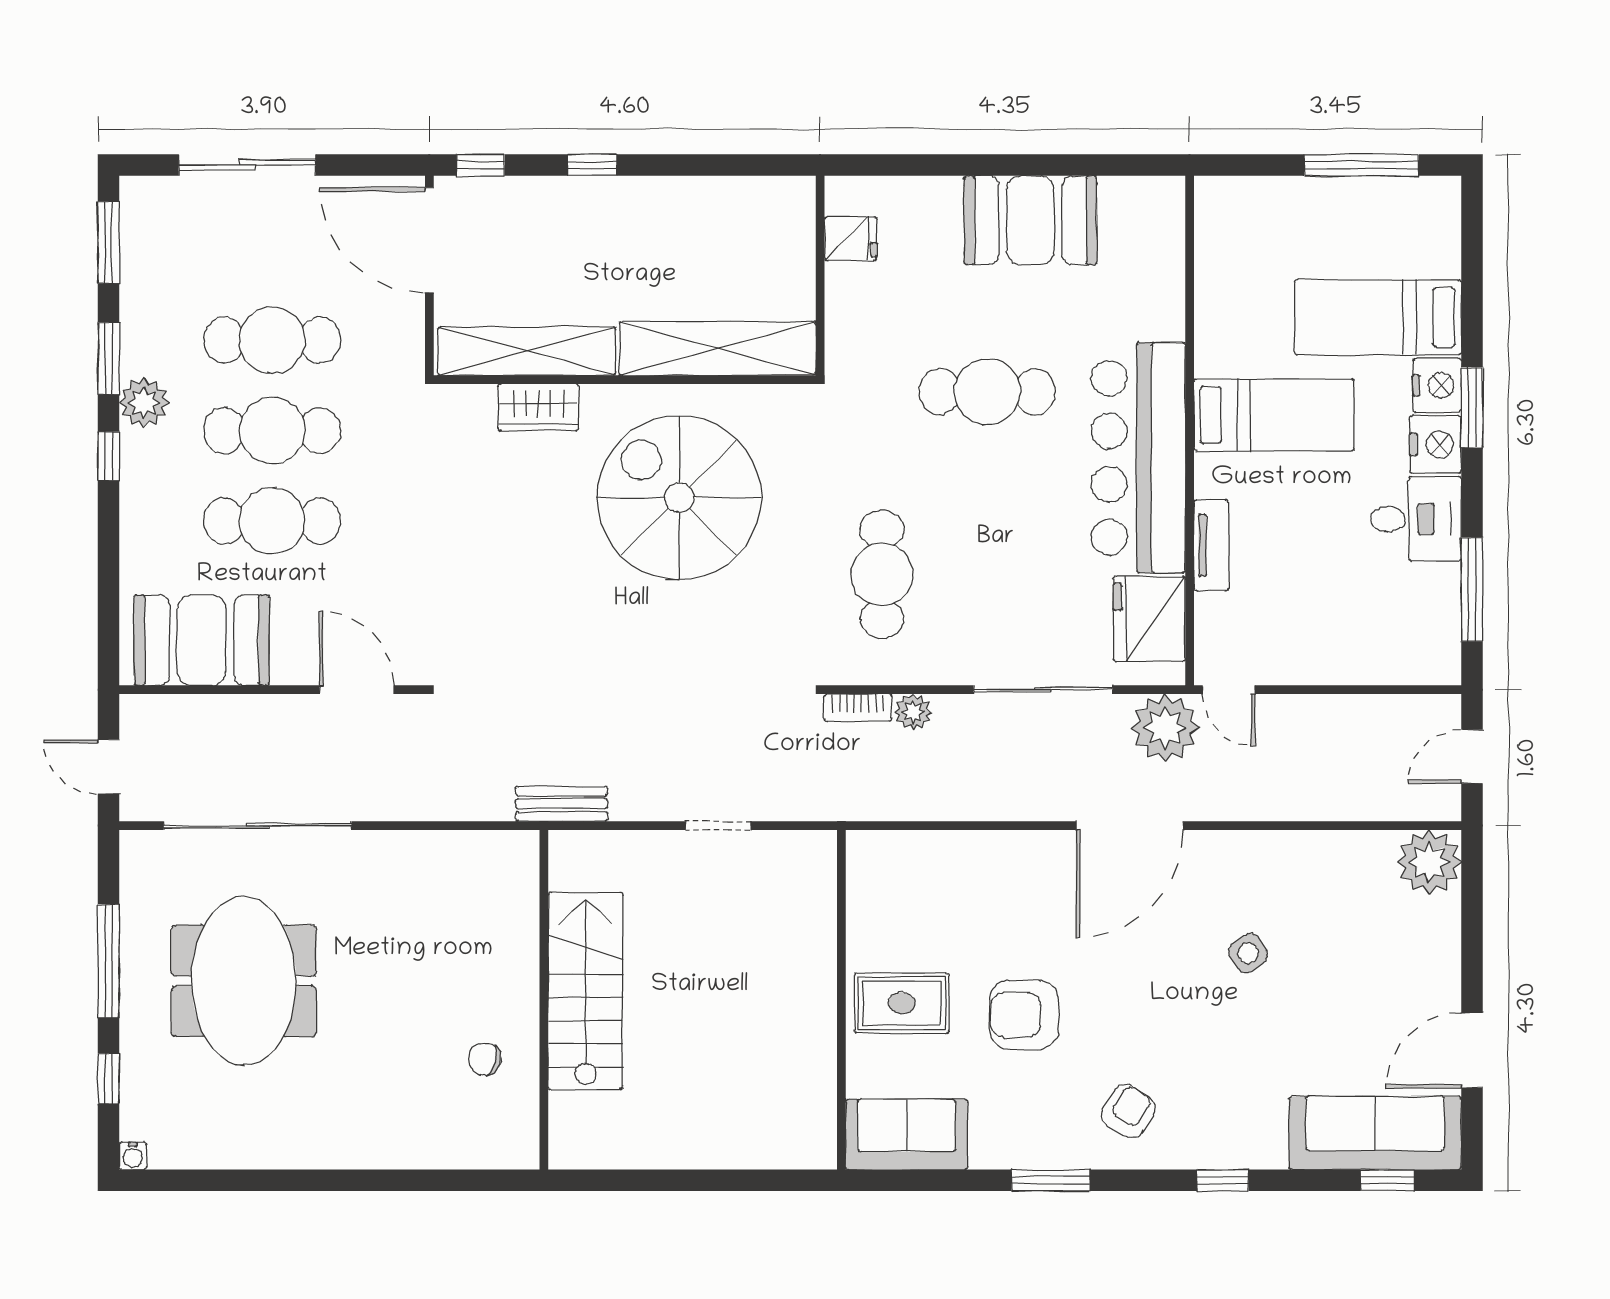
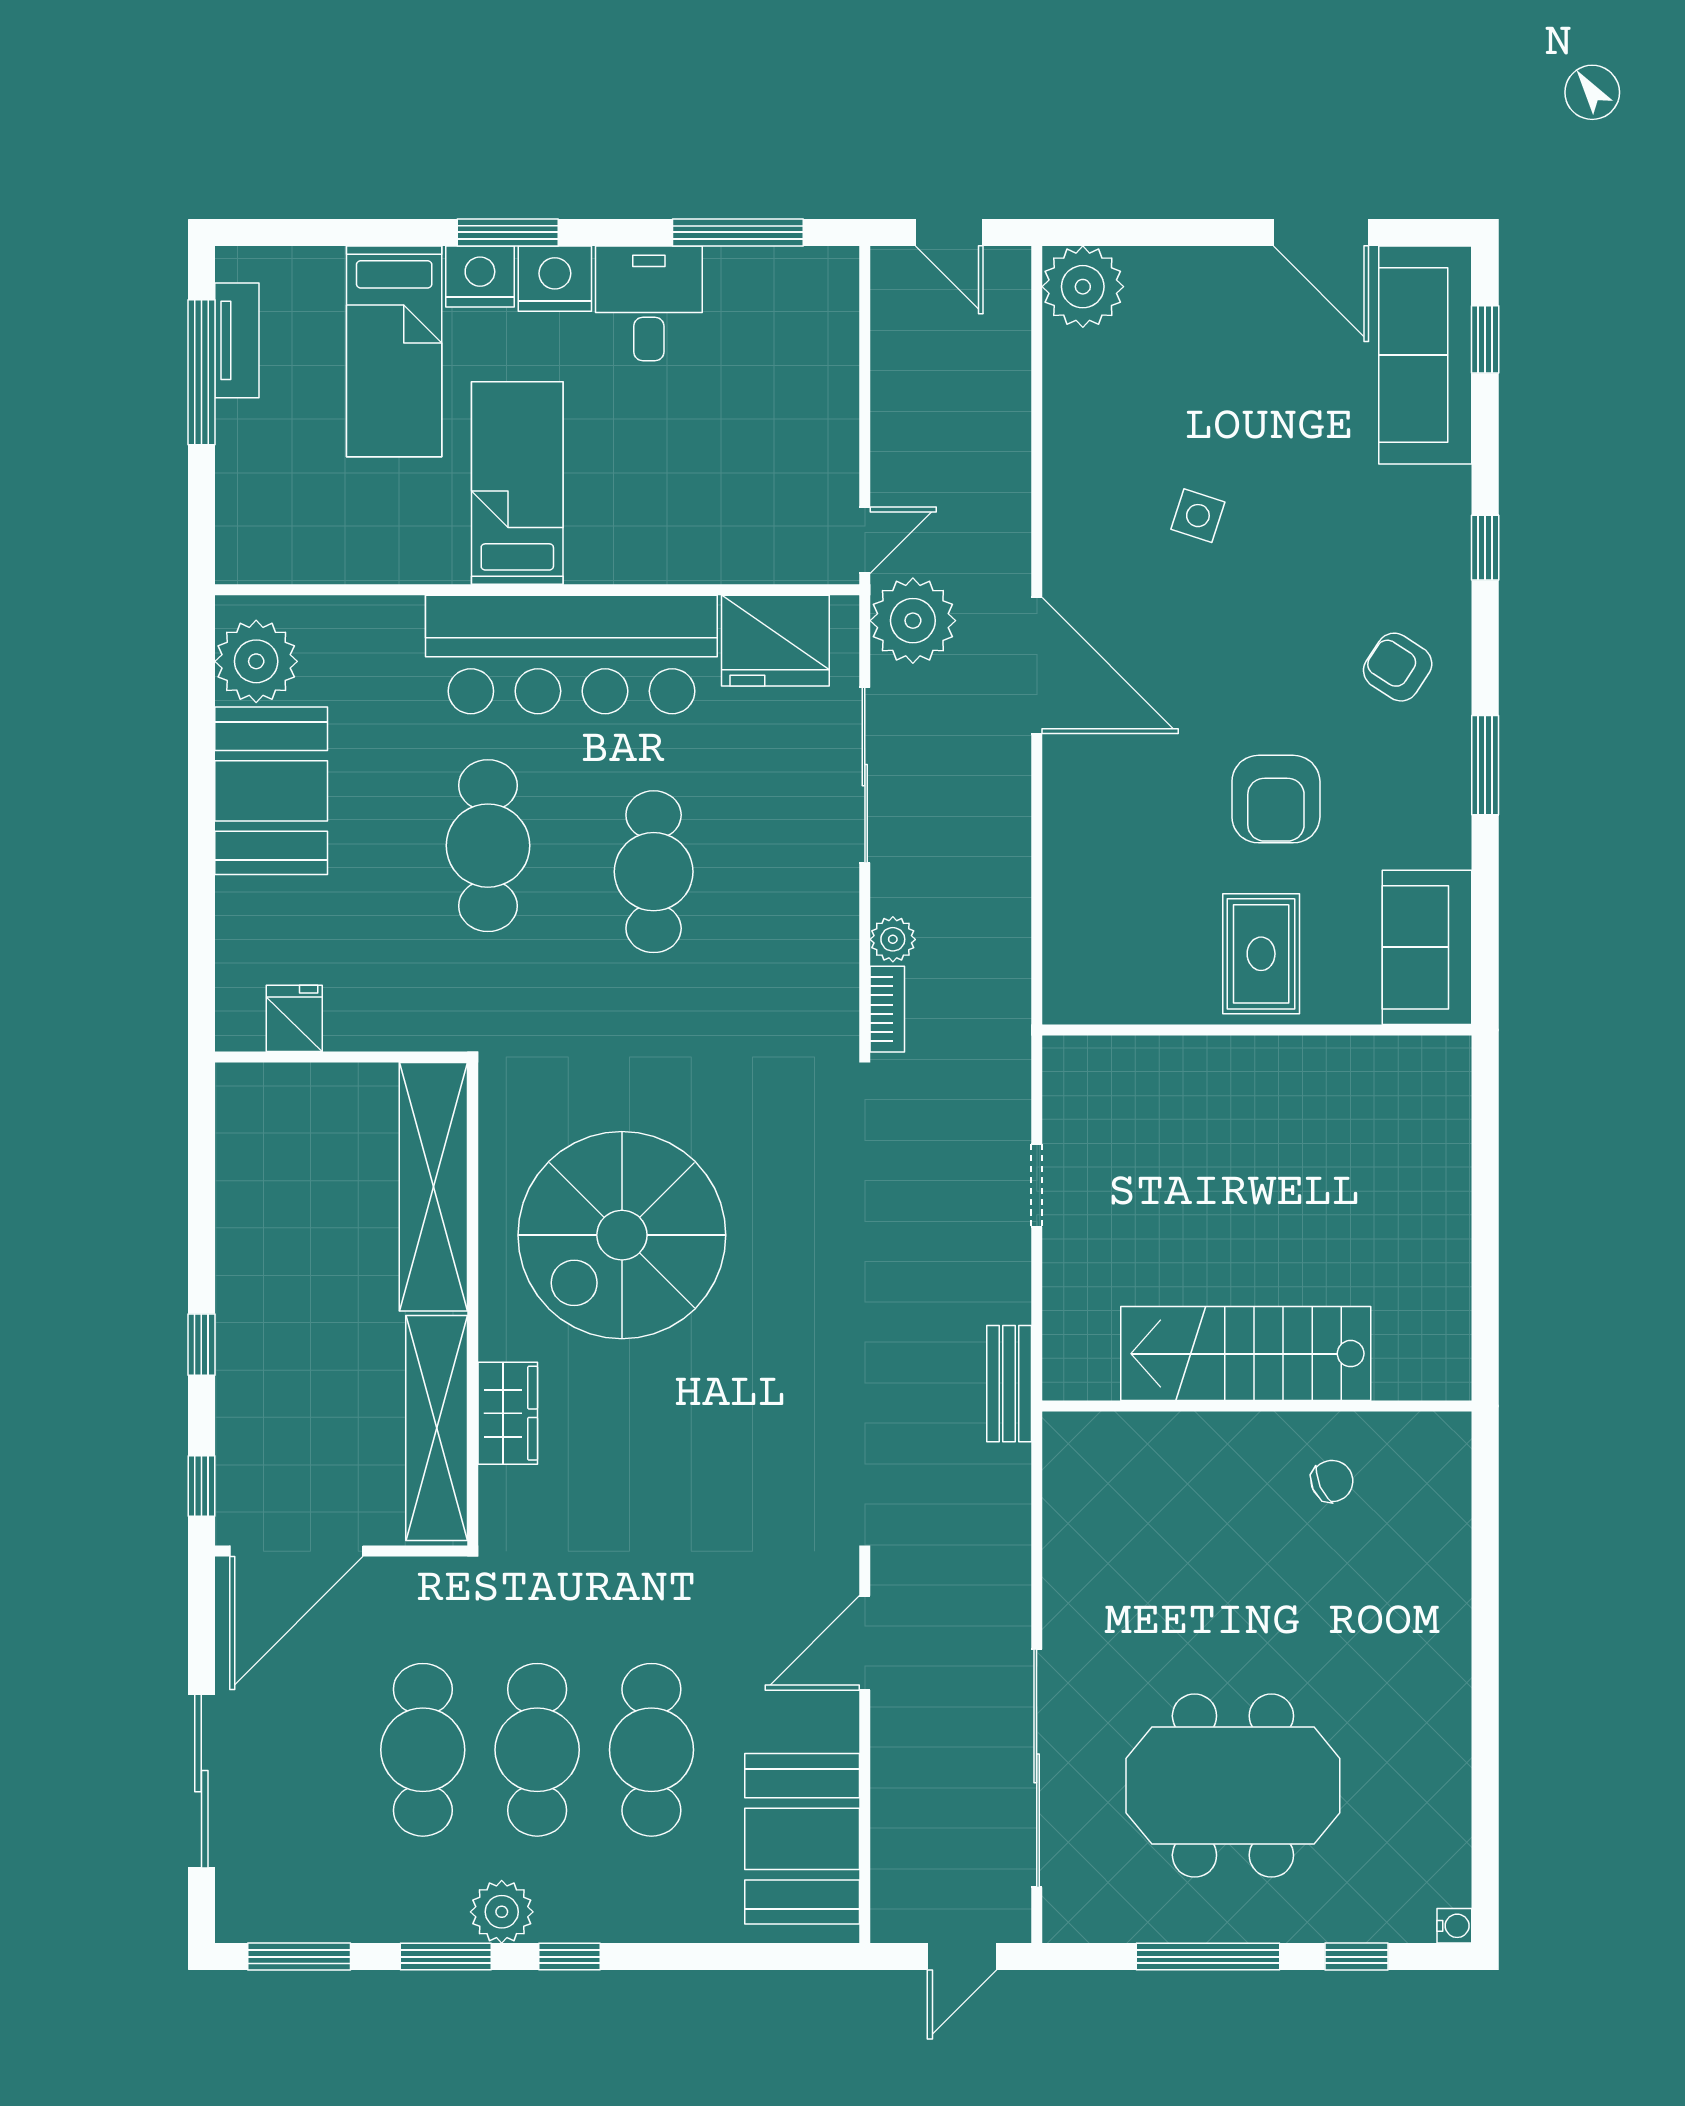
plant: (1133, 208) -> (256, 661), added
tv unit: (1211, 545) -> (237, 340), moved, turned 90
cafe table: (882, 574) -> (654, 872), moved, turned 90
side table: (1248, 953) -> (1198, 516), turned -38
chair: (485, 1059) -> (1332, 1481), turned -130

